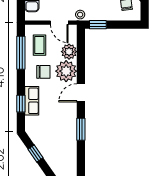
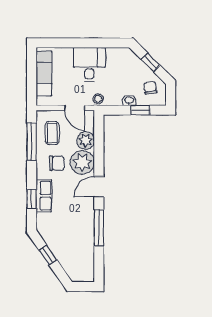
washbasin: (108, 16) -> (129, 100), added
window: (98, 25) -> (140, 110), moved
window: (81, 129) -> (99, 228), width x1.44

